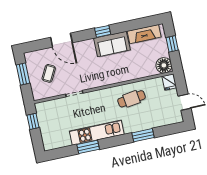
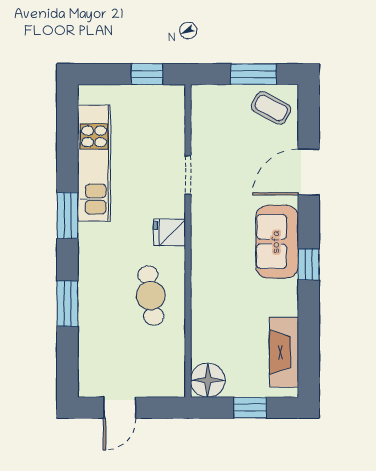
sofa: (112, 44) -> (277, 242), moved
coffee table: (49, 73) -> (271, 108), moved
fridge: (169, 82) -> (170, 232), moved
kitchen unit: (97, 133) -> (94, 163), moved
window: (88, 147) -> (67, 216), moved

